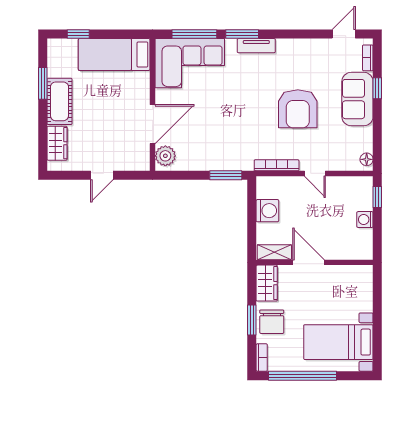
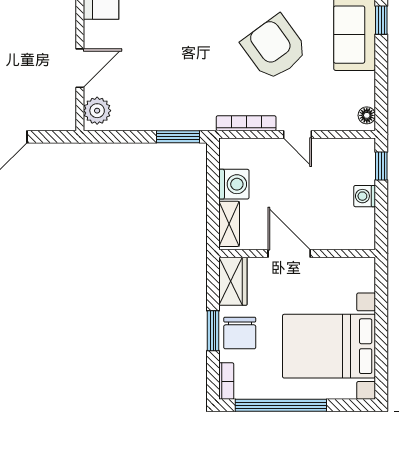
armchair: (298, 109) -> (275, 48), turned 144
door: (153, 124) -> (80, 68), width x0.73
shelving: (274, 252) -> (229, 224), moved, turned 90
bed with nightstands: (338, 342) -> (329, 346), width x1.36

